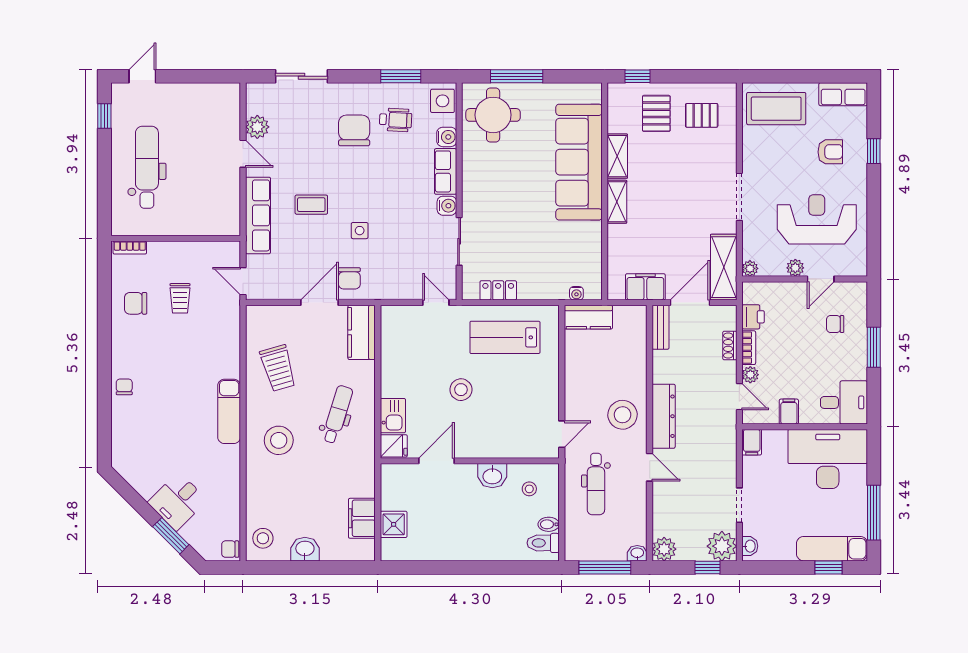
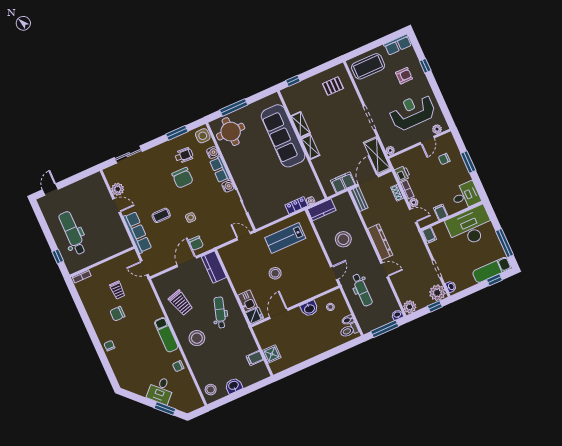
pallet: (656, 113) -> (310, 95), removed
window: (104, 116) -> (58, 256), moved
chair: (354, 130) -> (183, 178), moved, turned 180
plant: (795, 268) -> (437, 129), moved
locker: (498, 290) -> (296, 205), moved
chair: (136, 303) -> (117, 314), moved
stool: (623, 415) -> (343, 239), moved
filing cabinet: (362, 518) -> (255, 358), width x0.50
chair: (230, 549) -> (178, 366), moved

